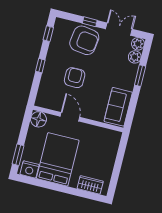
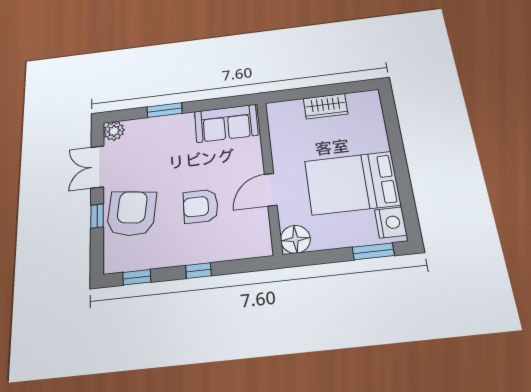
plant: (135, 57) -> (137, 128), removed
wardrobe: (90, 185) -> (325, 106), moved, turned -90

